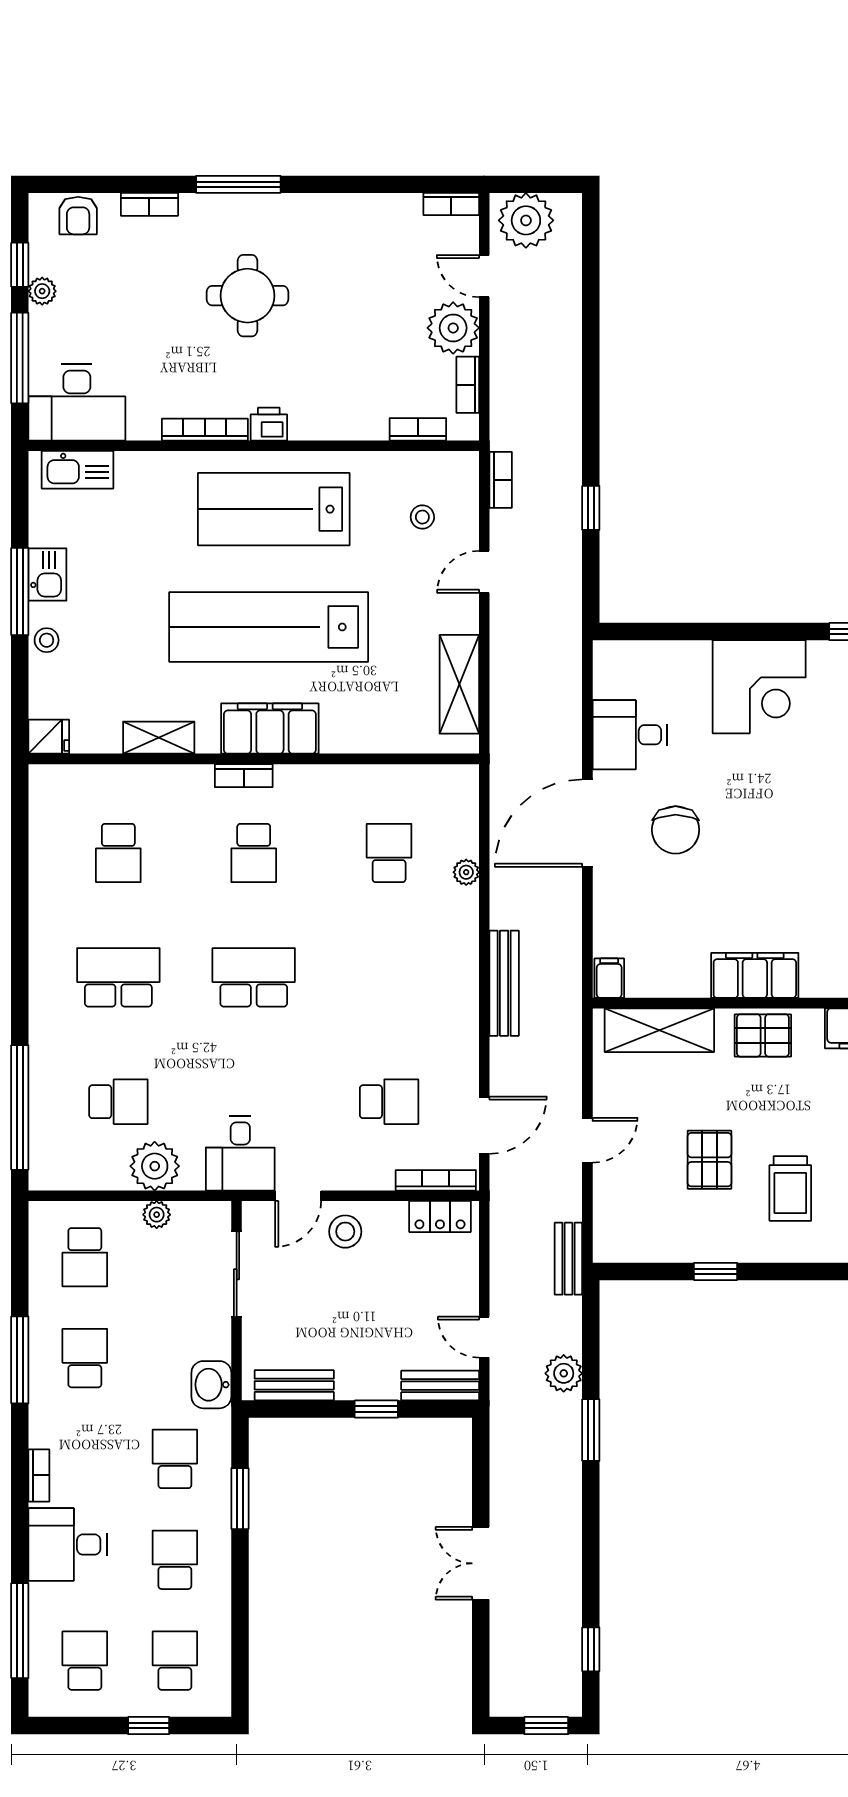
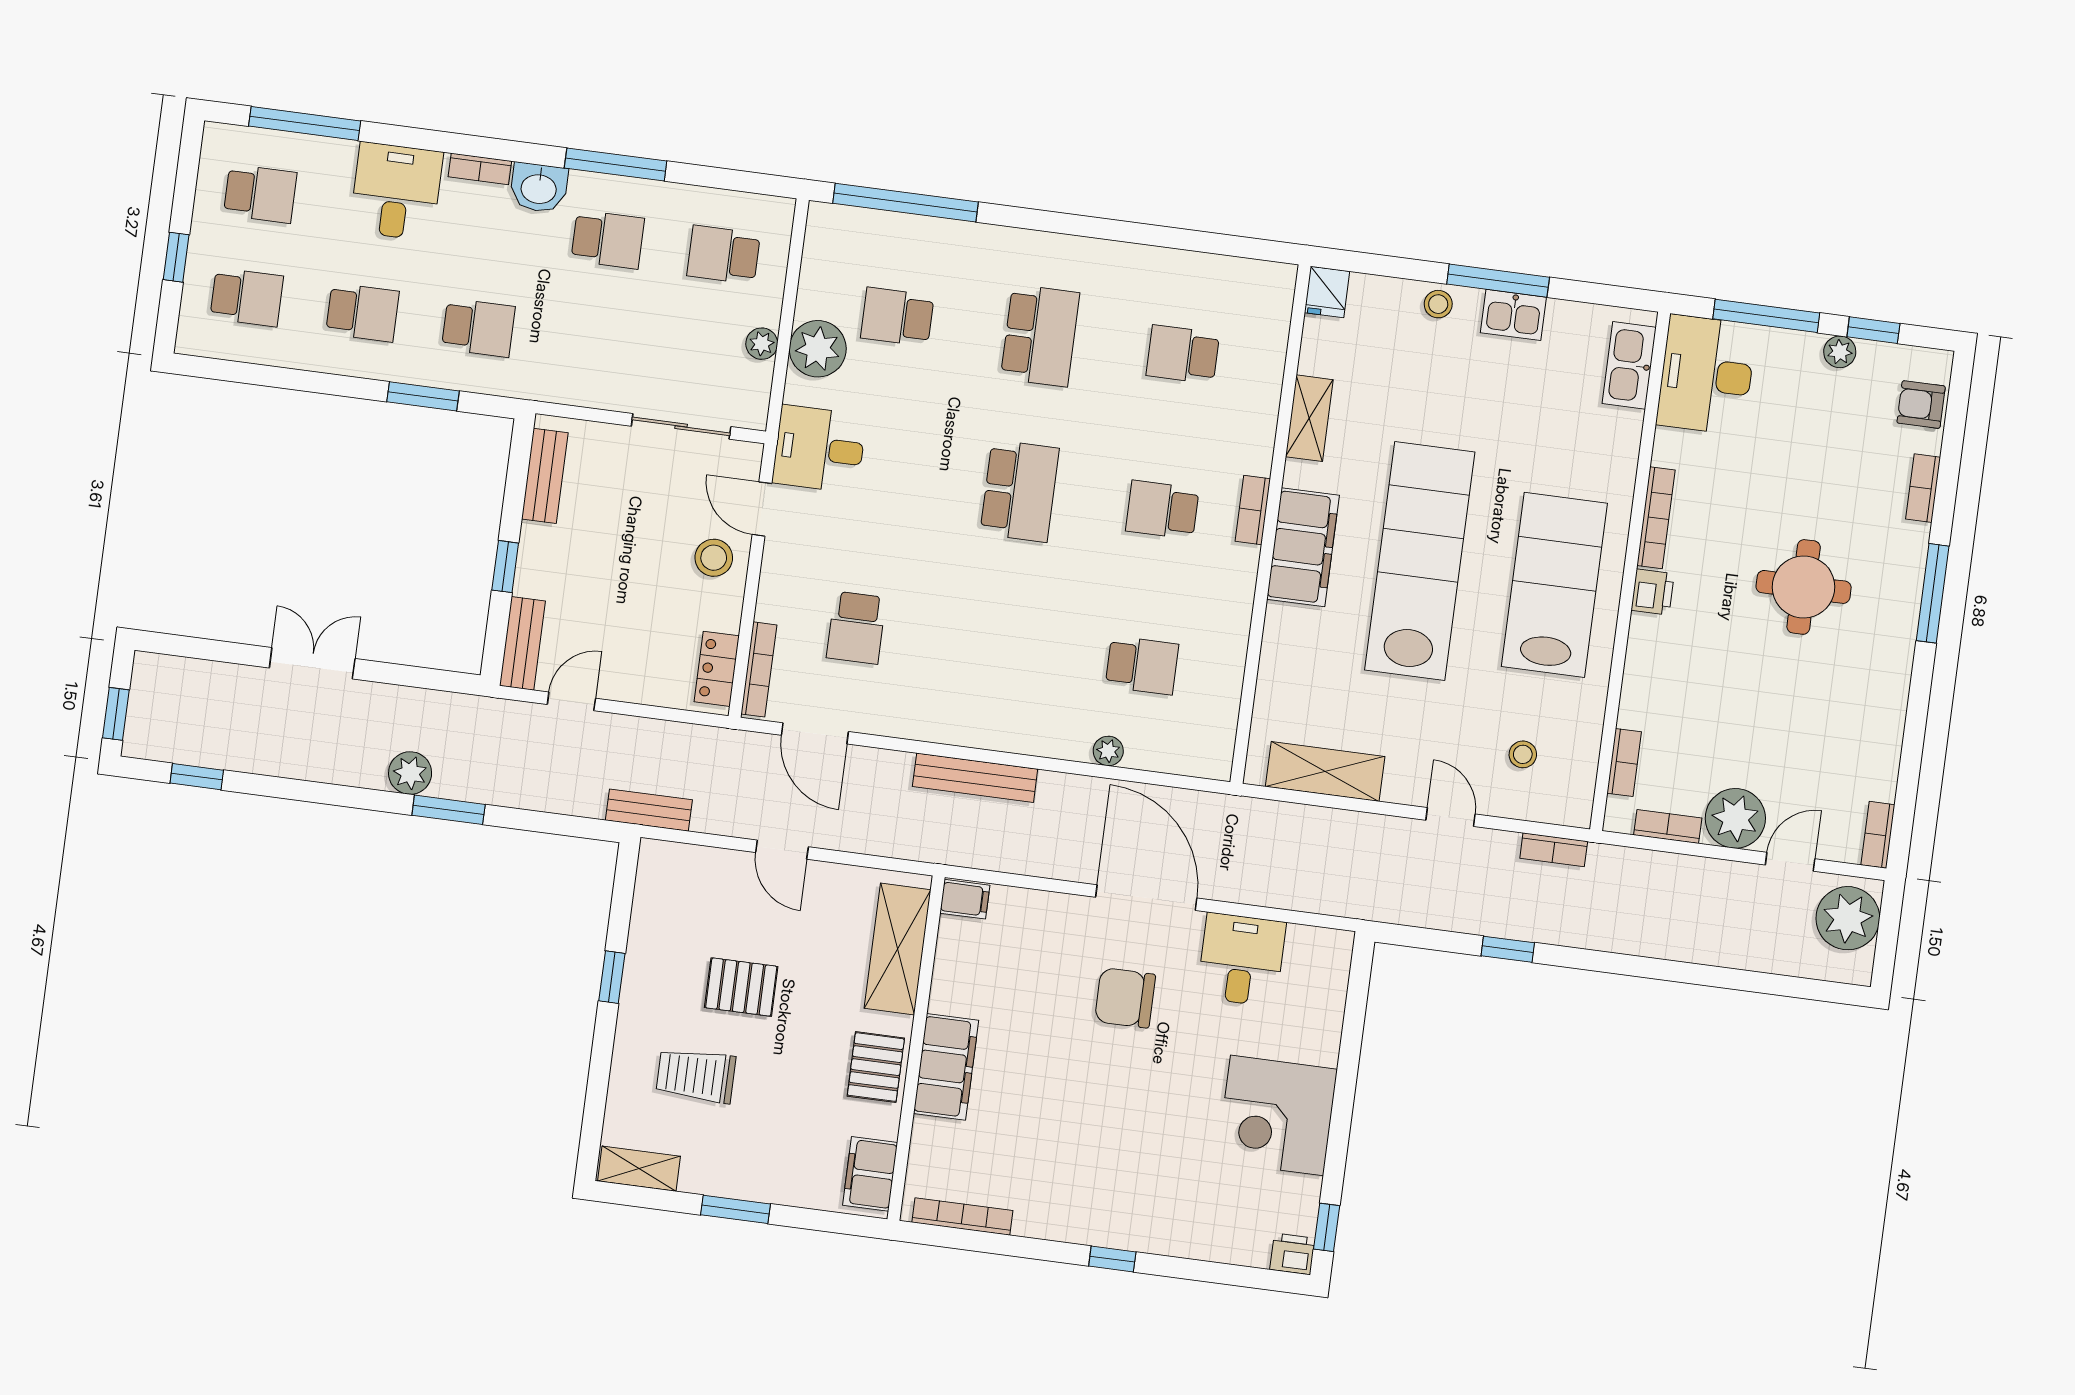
school desk: (118, 1102) -> (897, 317), turned 90
plant: (564, 1373) -> (410, 773), moved
washbasin: (211, 1385) -> (539, 188), moved, turned 180

